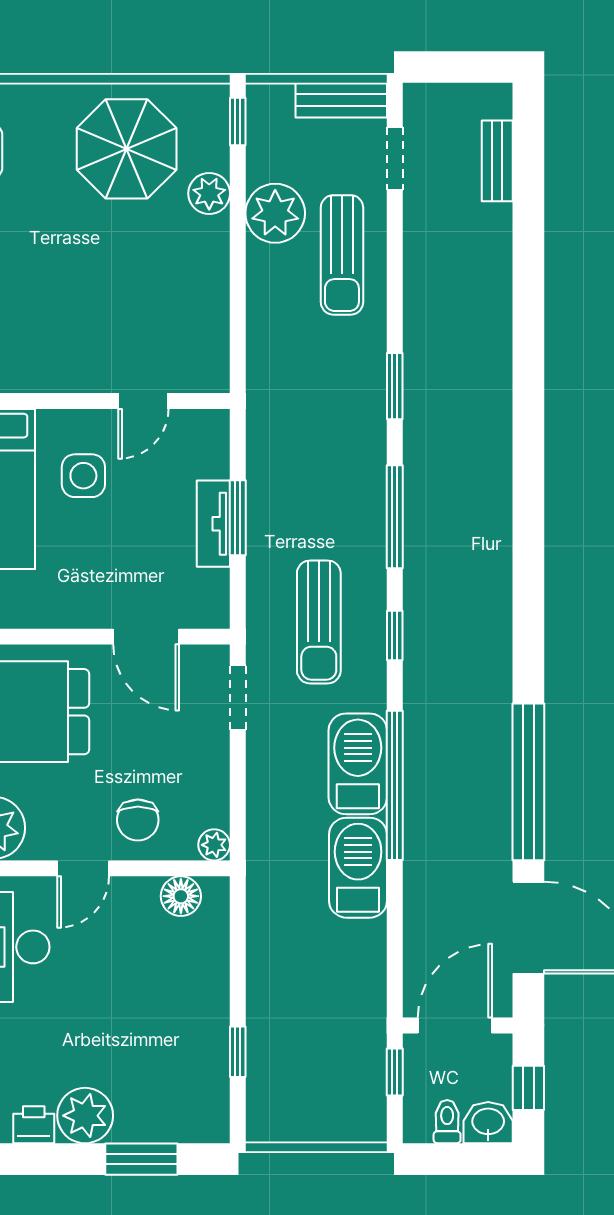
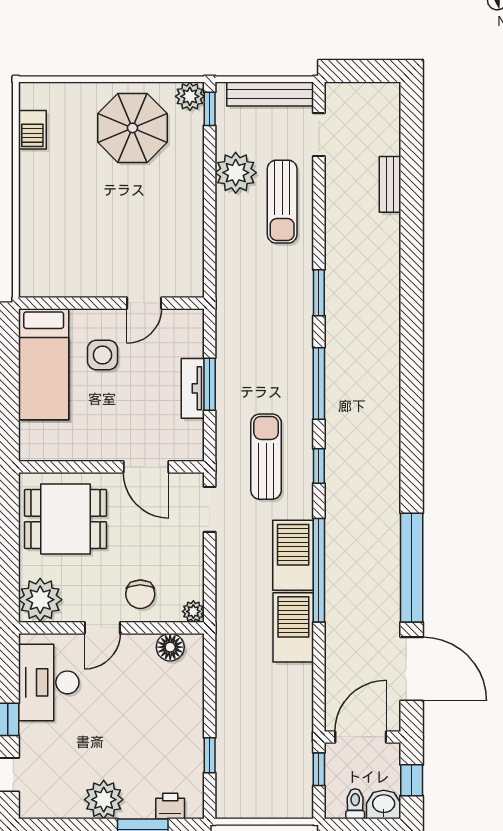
bench: (341, 100) -> (270, 94), width x1.36
bench: (497, 161) -> (390, 184), moved
plant: (209, 193) -> (190, 96), moved
sun lounger: (319, 622) -> (266, 457), turned 180
printer: (34, 1125) -> (170, 806), moved

